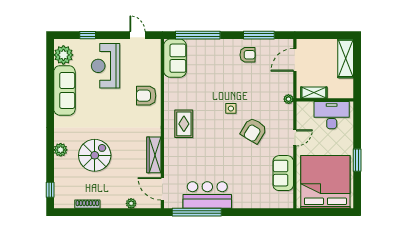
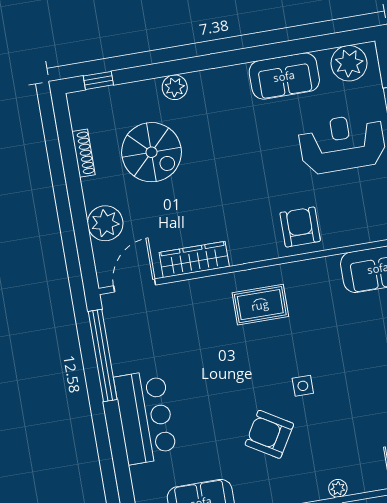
sofa: (64, 90) -> (284, 76), width x0.73
spiral stairs: (95, 155) -> (152, 152), moved
bar counter: (207, 195) -> (145, 417), moved
plant: (131, 203) -> (105, 223), width x1.88, depth x1.88

